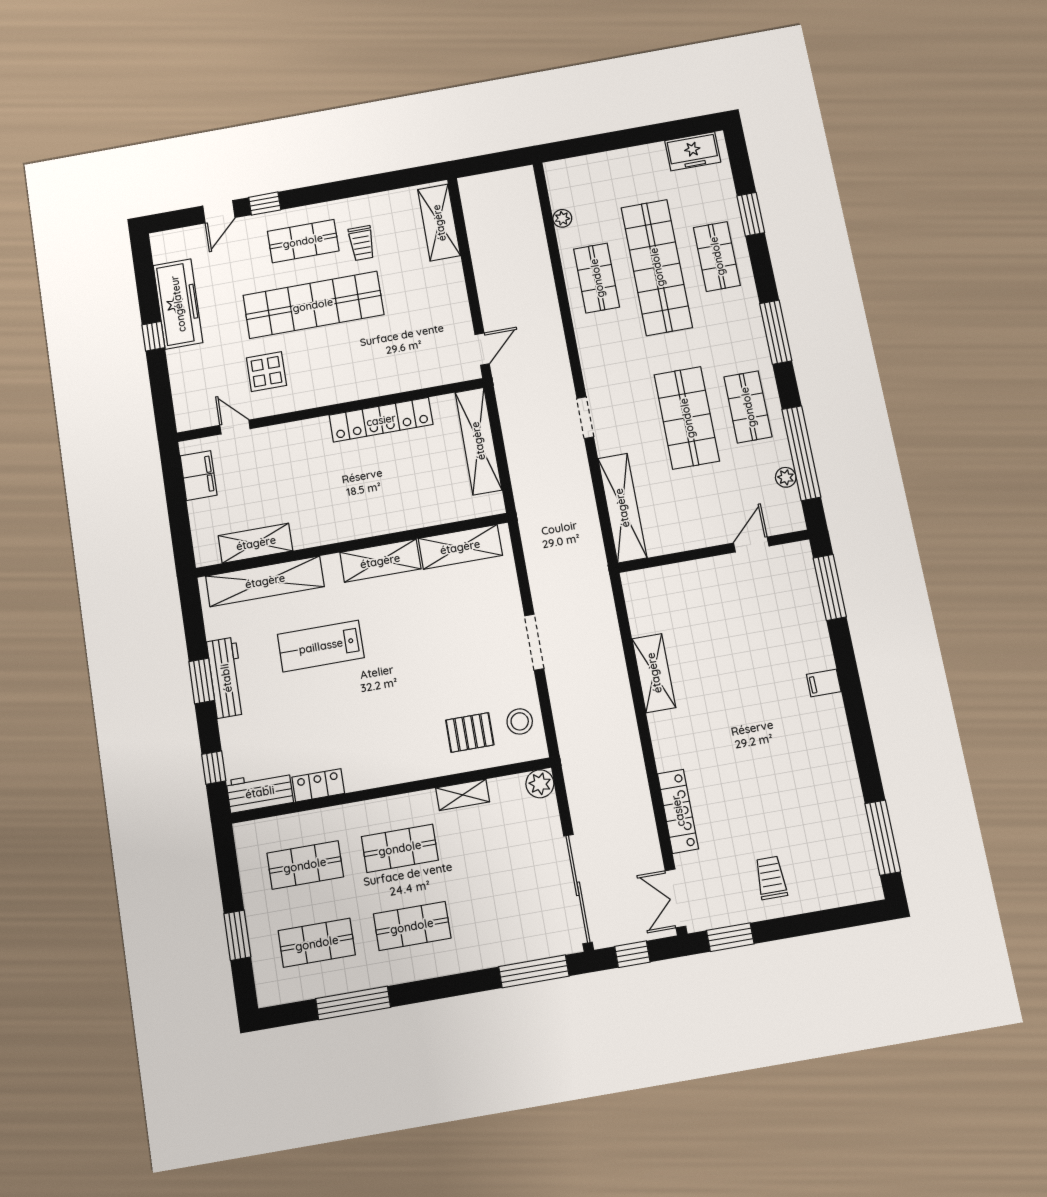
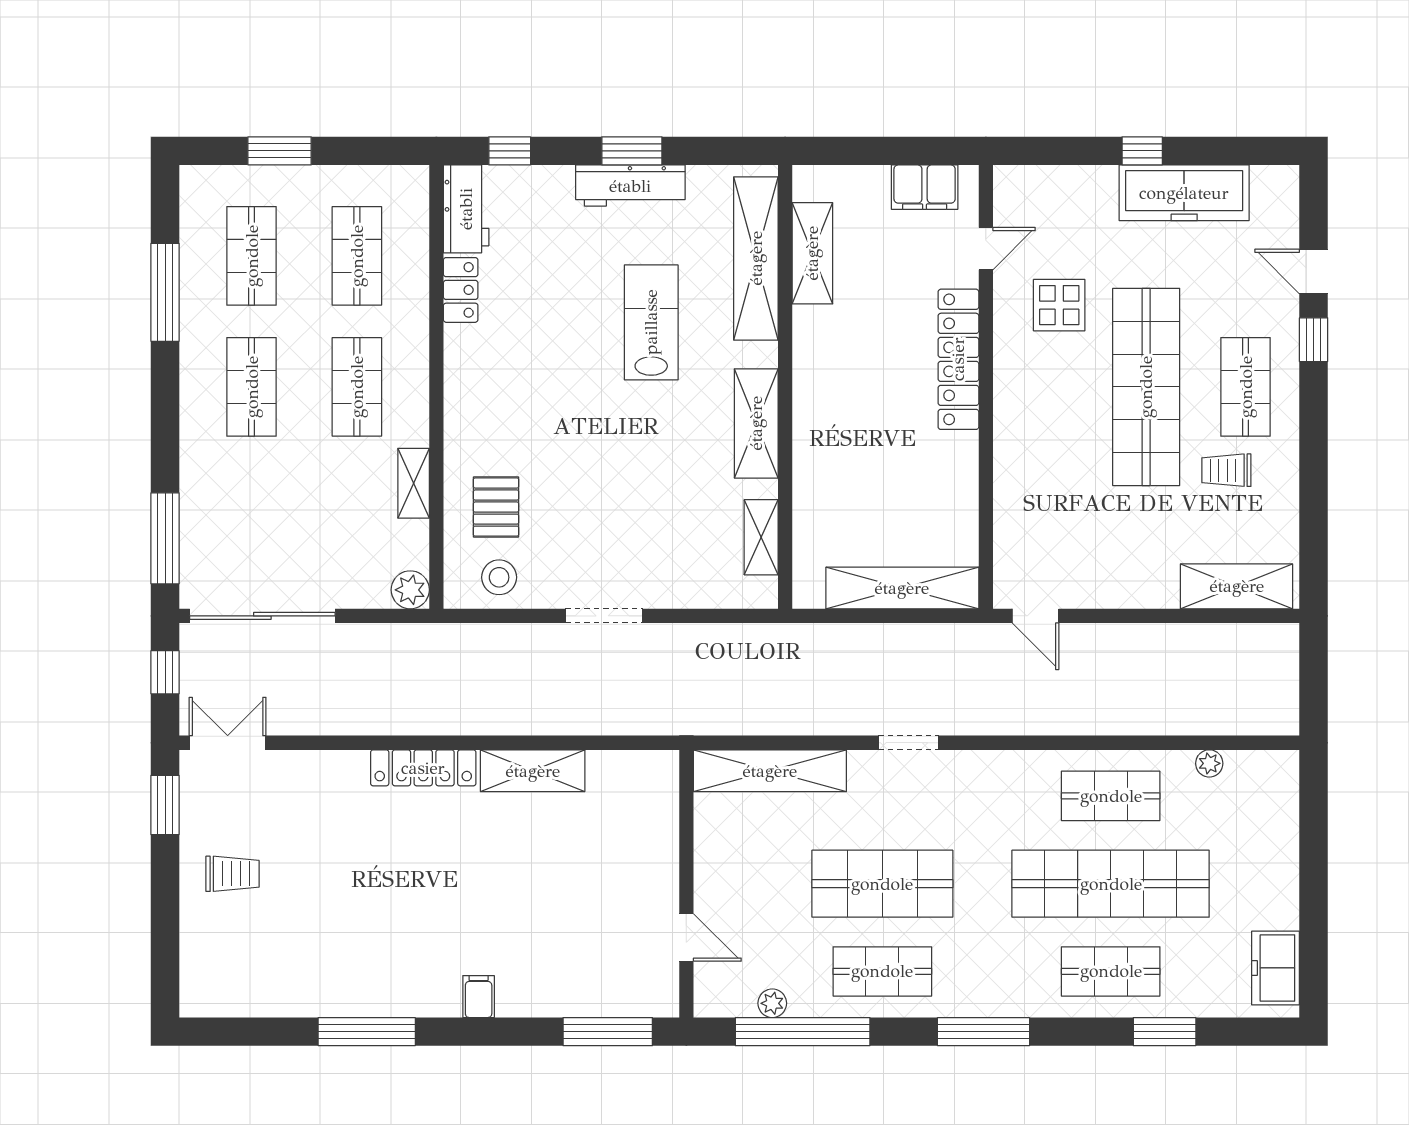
locker: (381, 420) -> (958, 359), moved
shelving: (460, 547) -> (761, 537), width x0.67, depth x0.75
locker: (678, 811) -> (423, 768), moved
window: (883, 838) -> (367, 1032), moved

